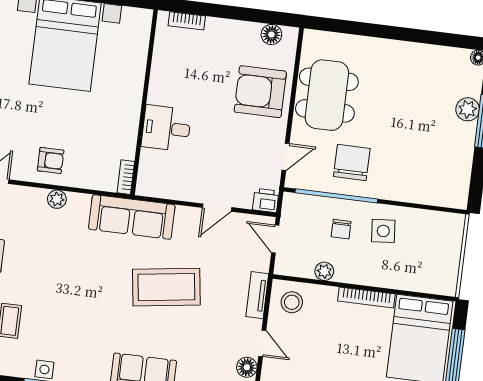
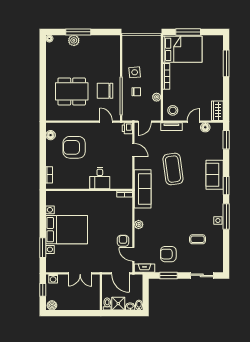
armchair: (260, 92) -> (74, 147), moved, turned 90
dining table: (327, 95) -> (72, 91), moved
armchair: (51, 160) -> (123, 241), moved

